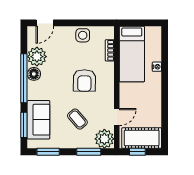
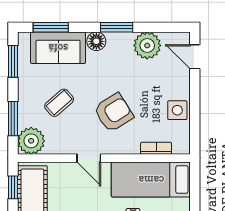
floor lamp: (34, 74) -> (96, 41), moved
window: (24, 78) -> (117, 27), width x0.47
armchair: (84, 80) -> (114, 113), turned 147
door: (117, 117) -> (89, 158), moved

